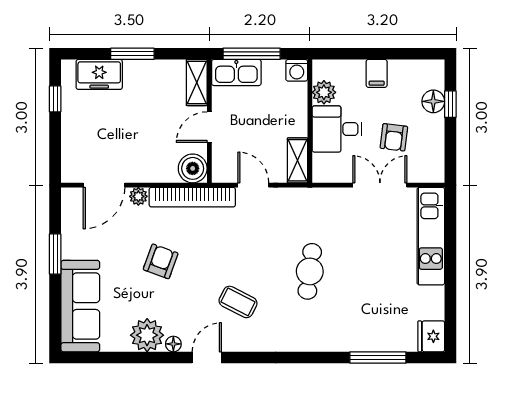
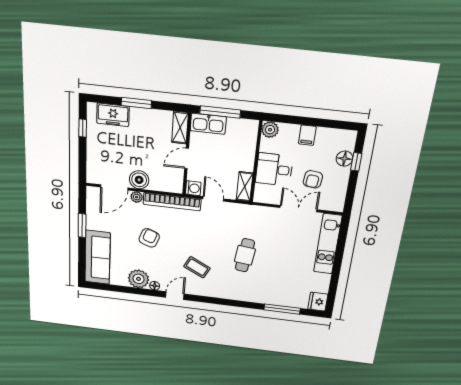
washing machine: (297, 70) -> (193, 188), moved, turned -90
plant: (324, 92) -> (270, 130), moved
boiler: (193, 168) -> (139, 180), moved

